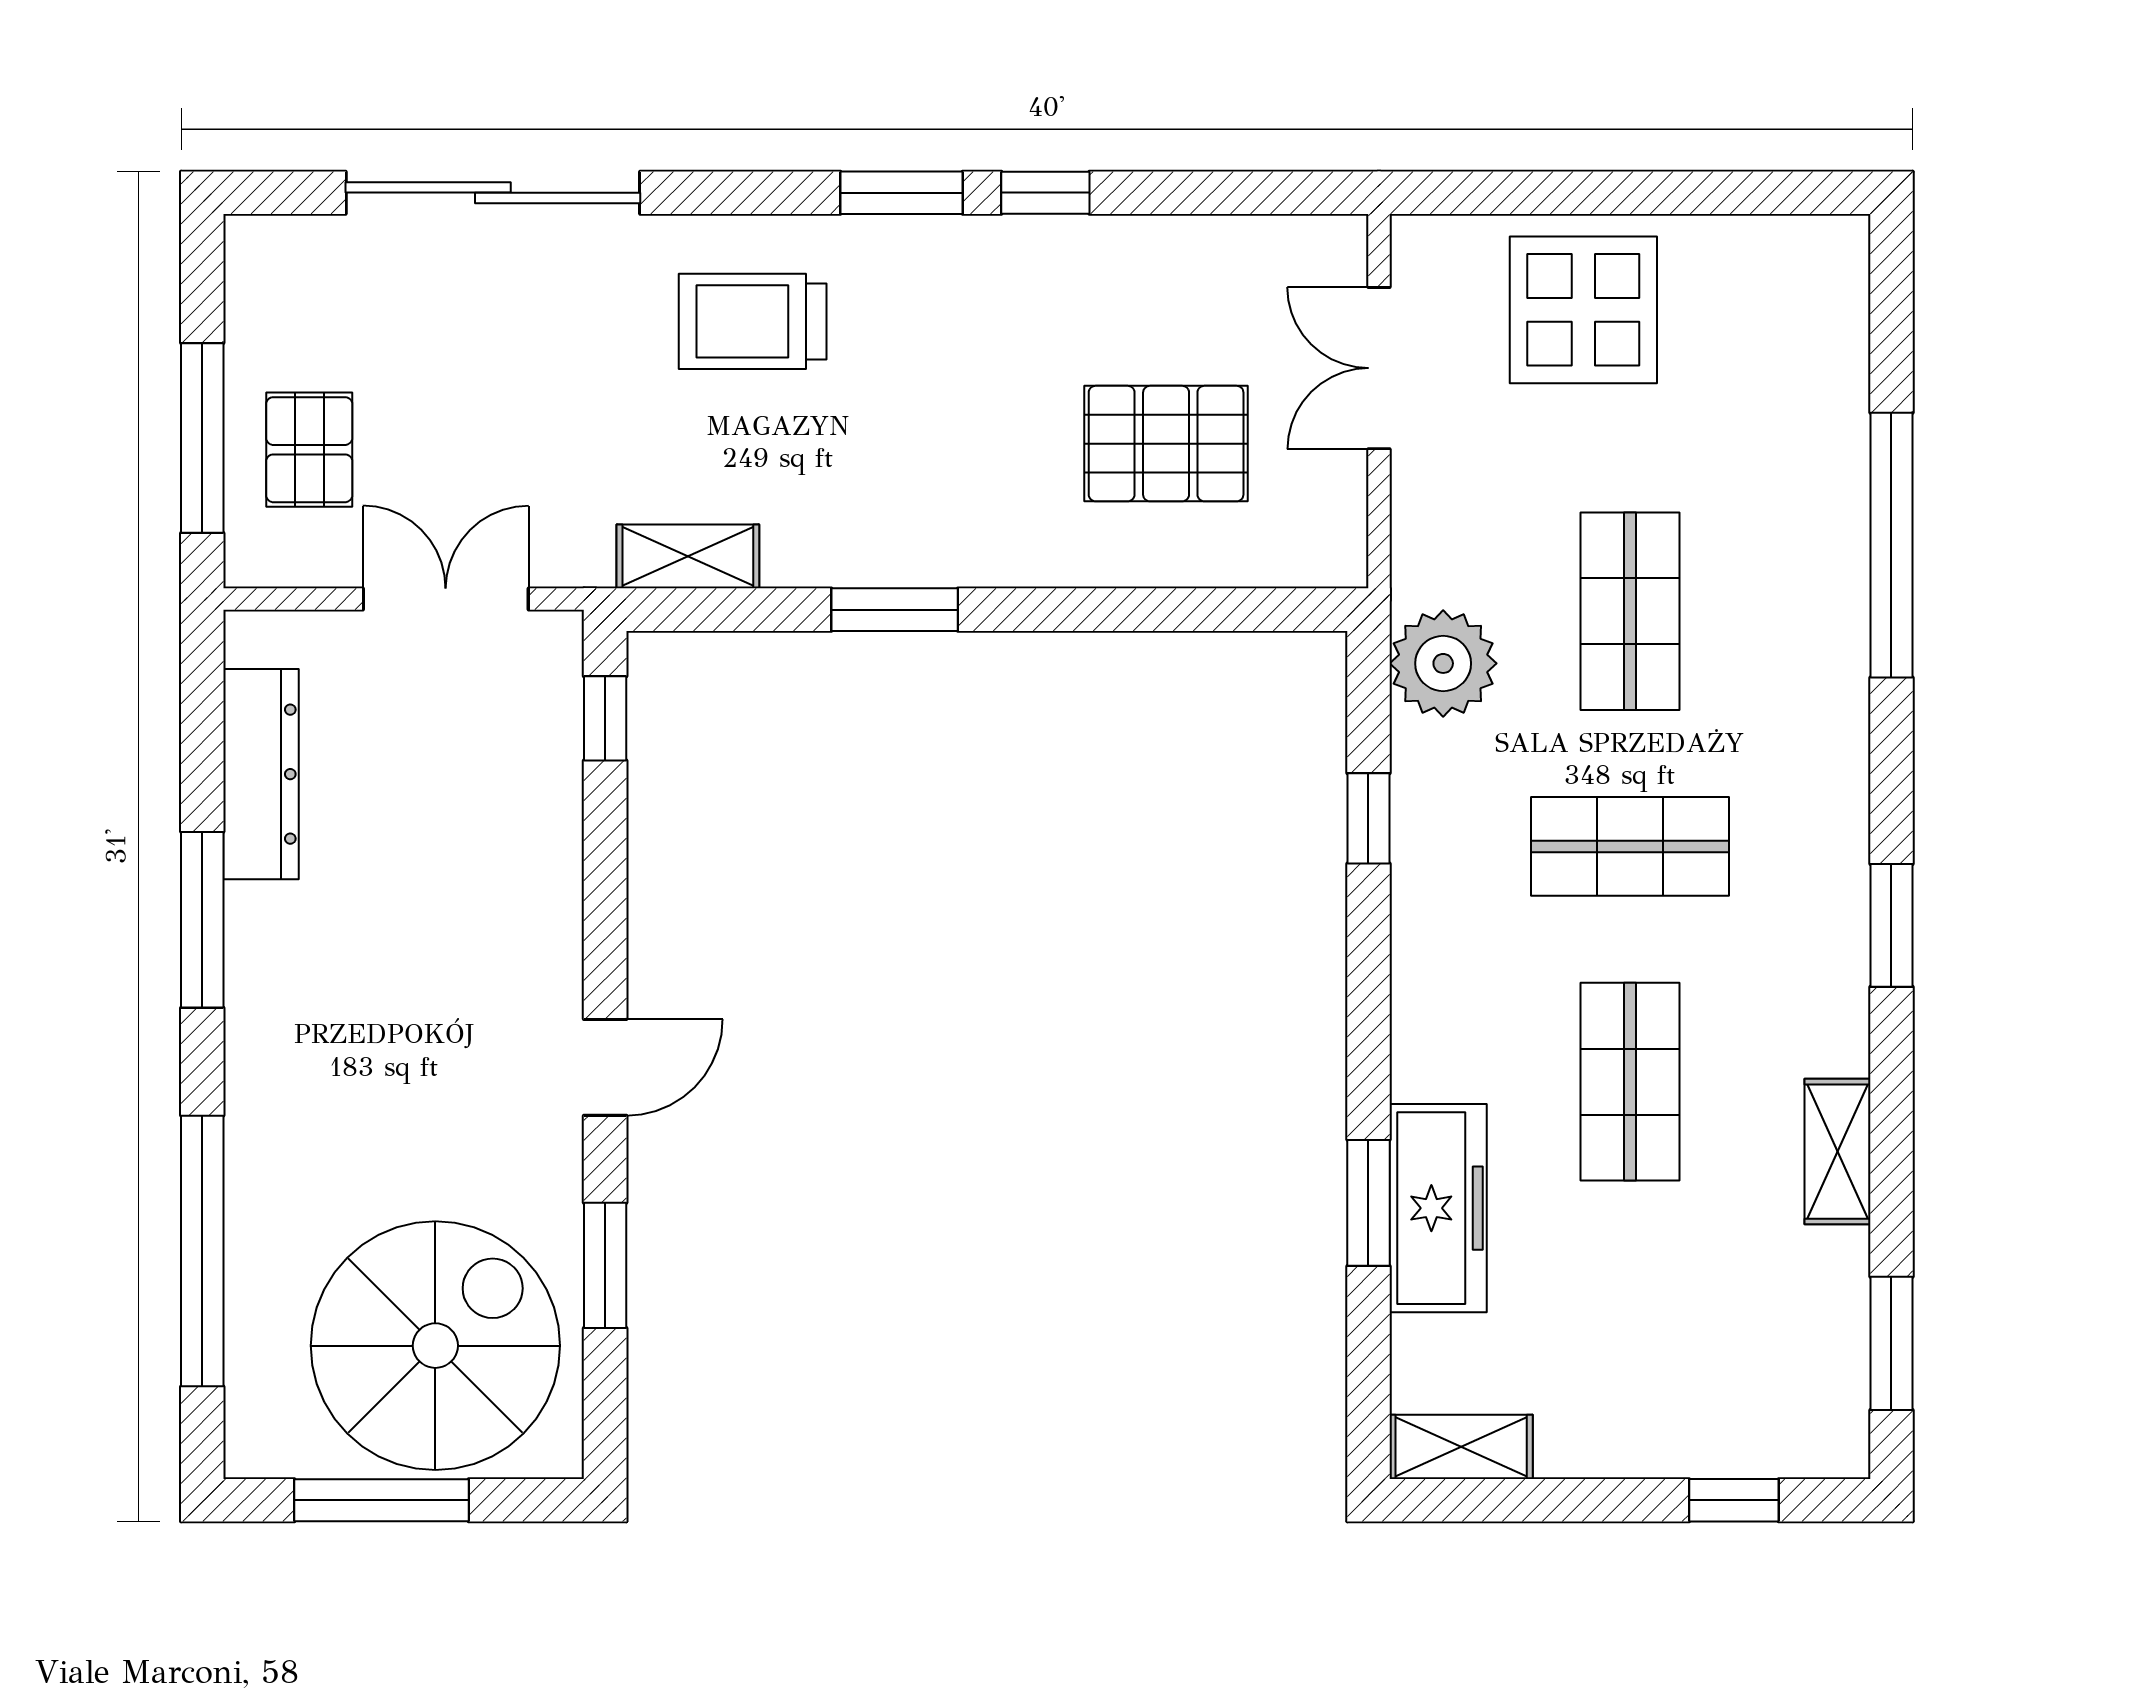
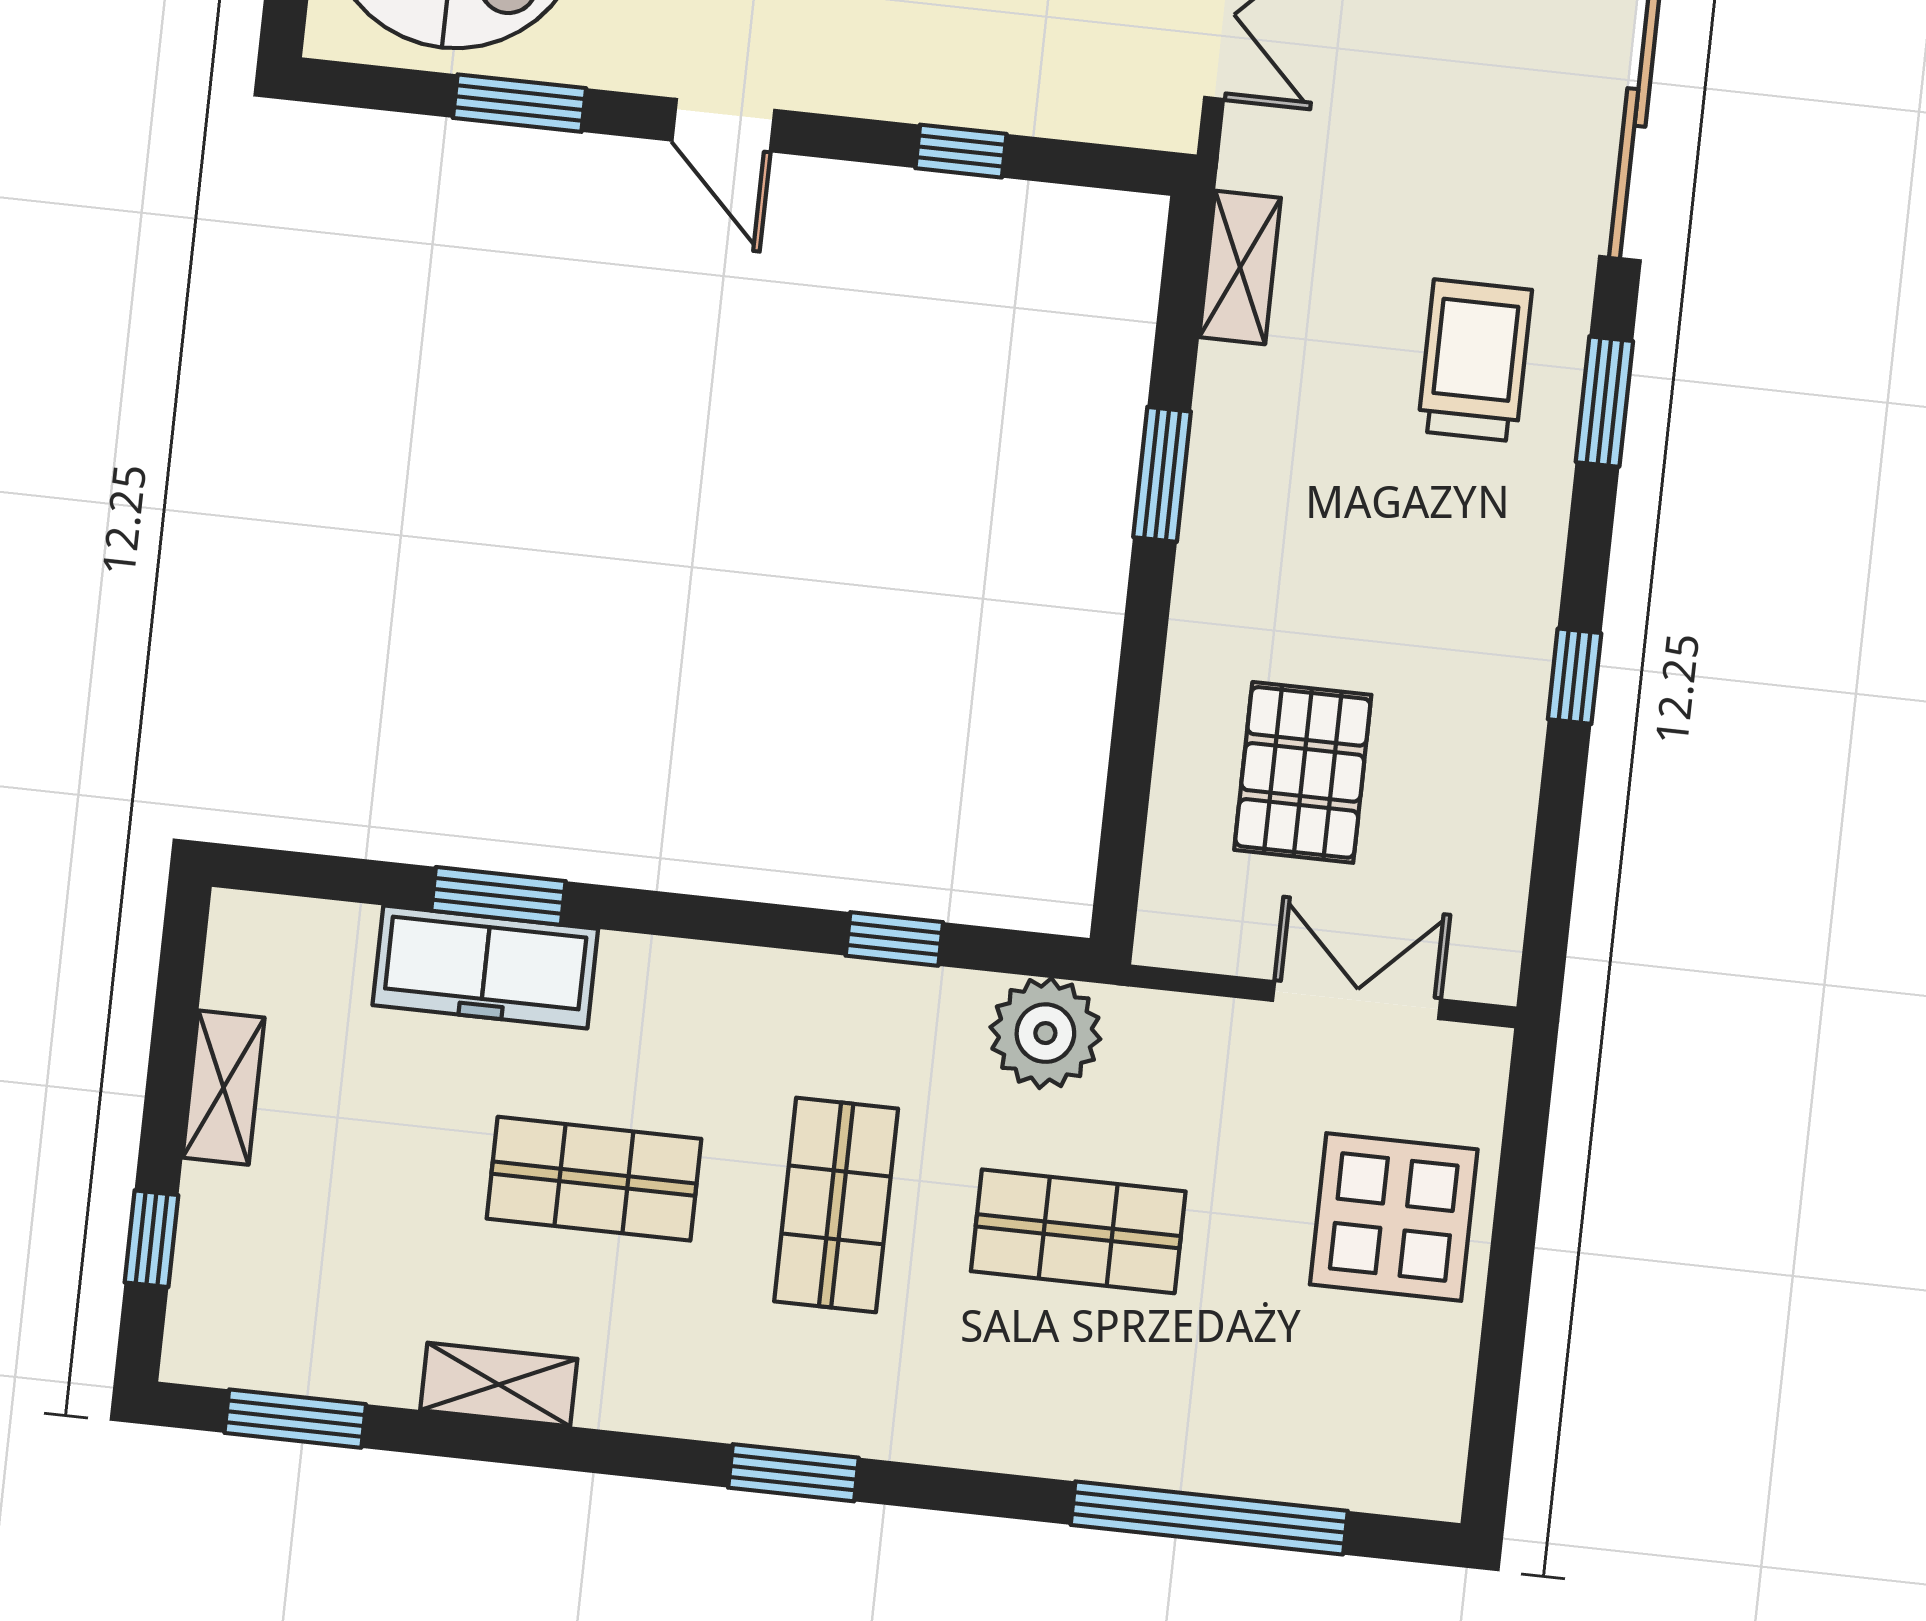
window: (902, 193) -> (1604, 402), moved
window: (1891, 545) -> (1209, 1518), moved
window: (605, 718) -> (961, 151), moved
window: (1891, 925) -> (793, 1473), moved
shelving: (1461, 1447) -> (223, 1088), moved

